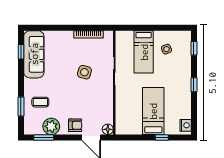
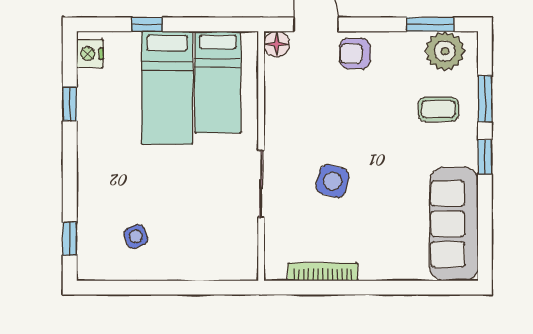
window: (21, 52) -> (485, 157), moved
bed: (144, 52) -> (218, 82), moved, turned 180
window: (194, 85) -> (70, 104), moved
plant: (51, 126) -> (445, 51), moved

